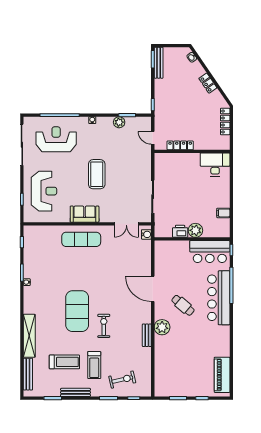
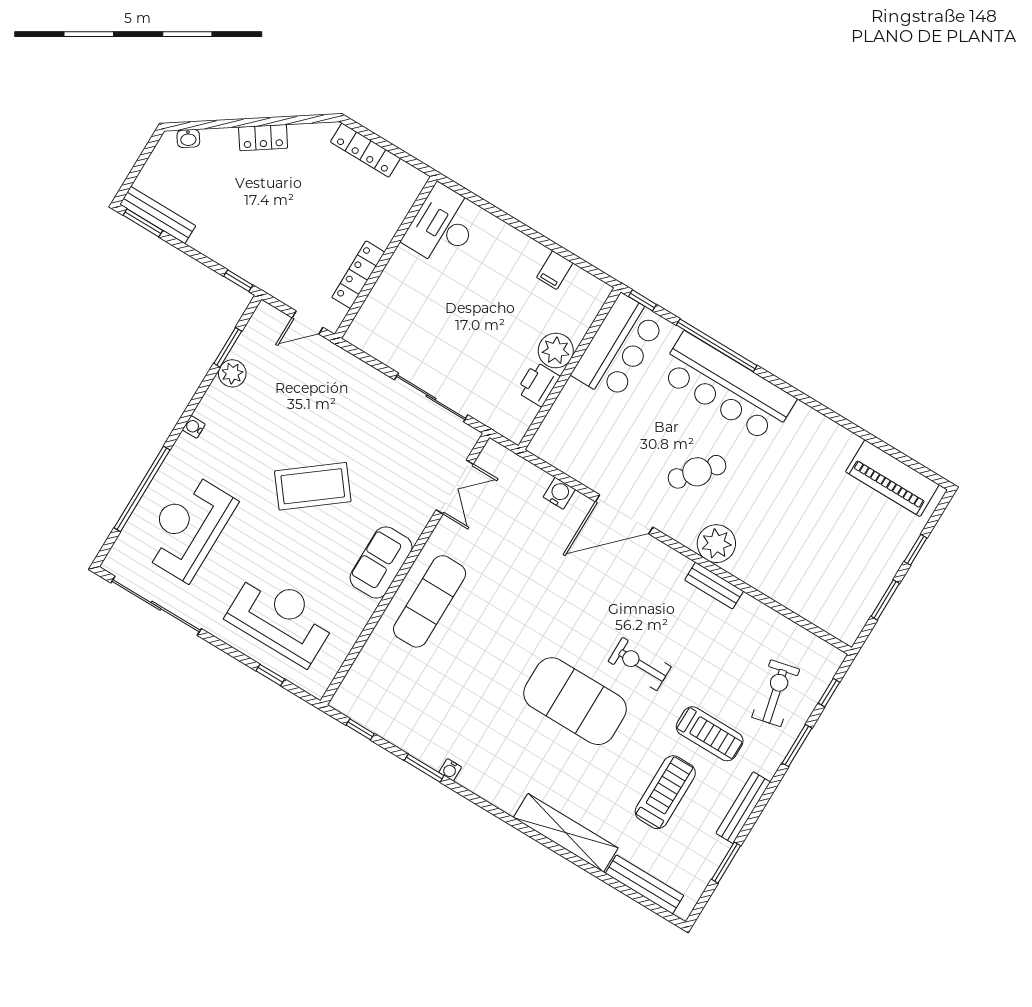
coffee table: (97, 174) -> (313, 486), turned -38
water cooler: (146, 234) -> (559, 493), moved

